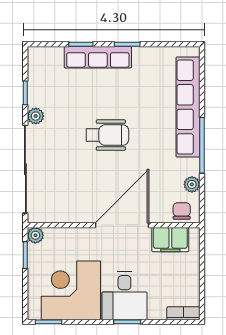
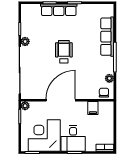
row of seats: (188, 107) -> (107, 37), width x0.73
wheelchair: (107, 135) -> (64, 52), turned -90
door: (122, 225) -> (61, 100), moved
filing cabinet: (170, 240) -> (93, 108), width x0.50

